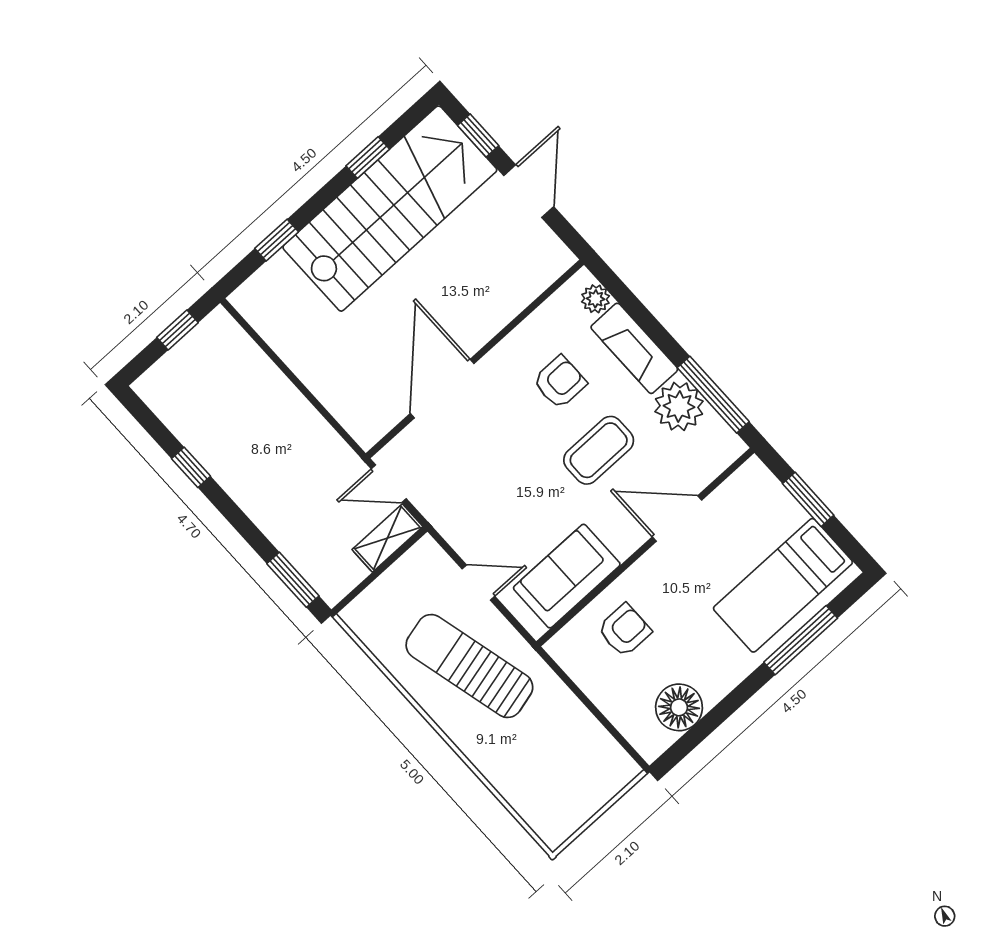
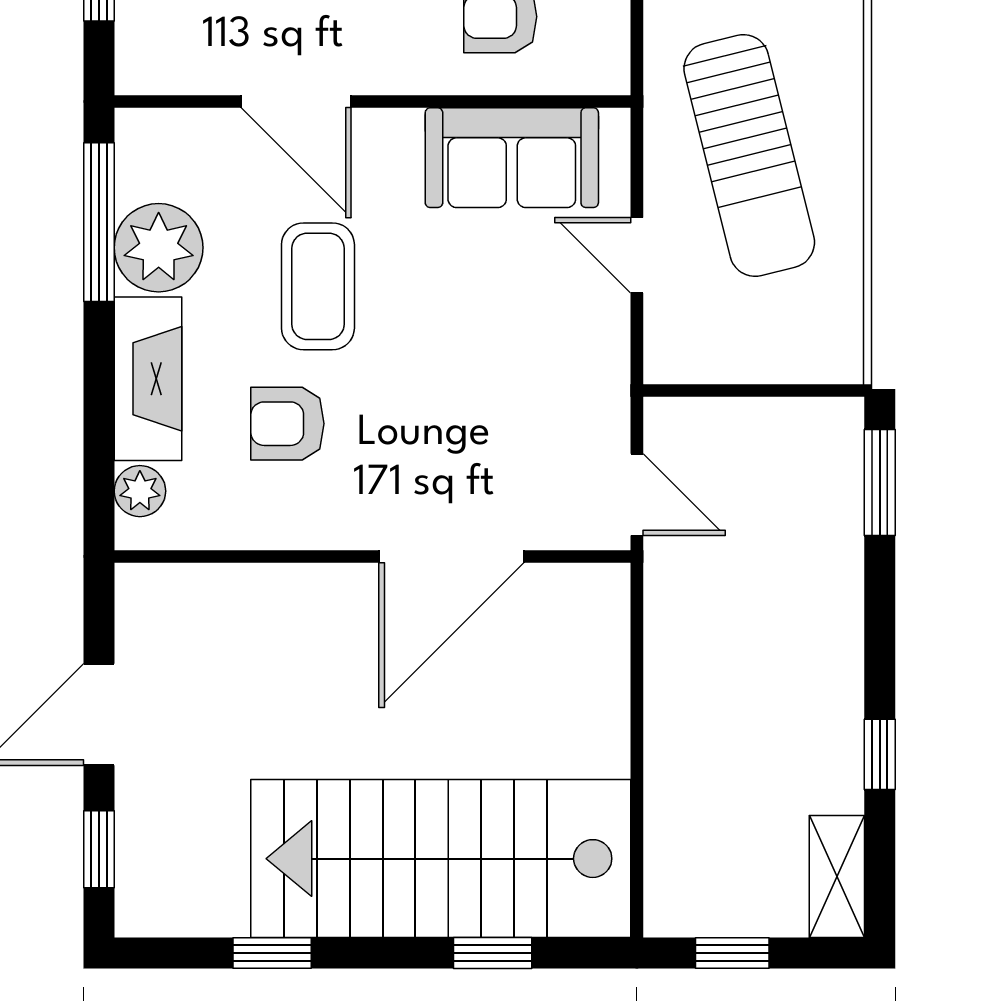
stairs: (390, 209) -> (441, 859), moved
coffee table: (599, 450) -> (318, 286), turned 90
shelving: (387, 538) -> (837, 877), moved, turned 90

